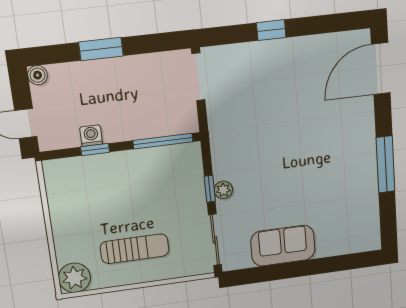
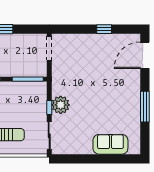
window: (271, 30) -> (104, 29), moved
plant: (223, 190) -> (61, 105), width x1.87, depth x1.87
sofa: (283, 246) -> (110, 144), moved

